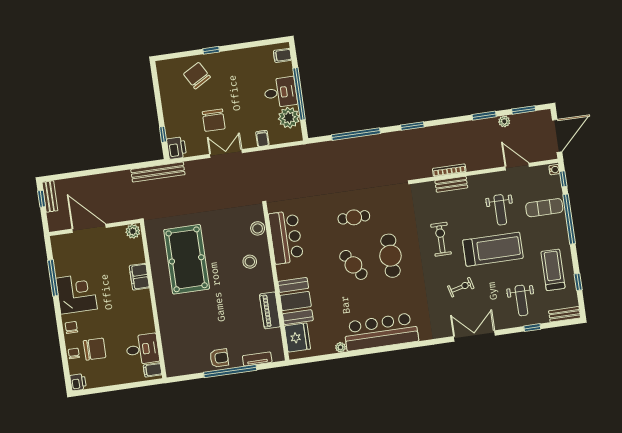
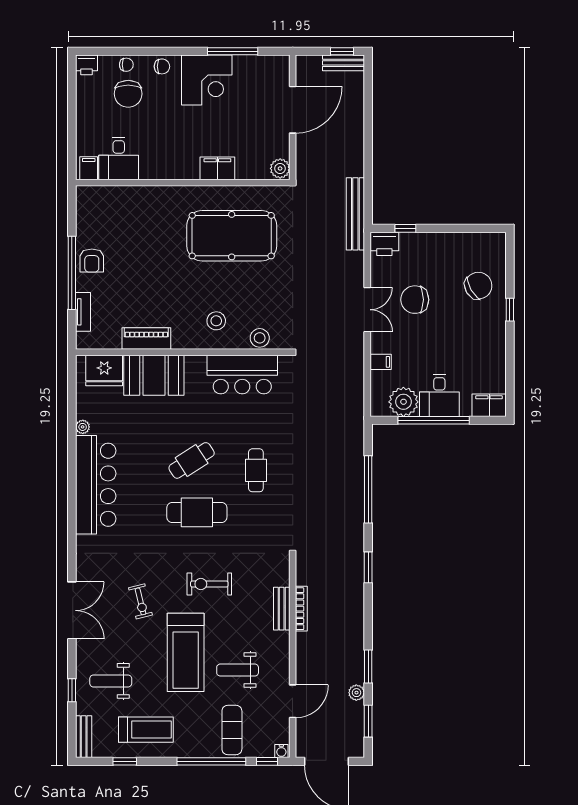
filing cabinet: (282, 55) -> (489, 405), width x2.00
exercise bike: (441, 239) -> (209, 584), turned 180

